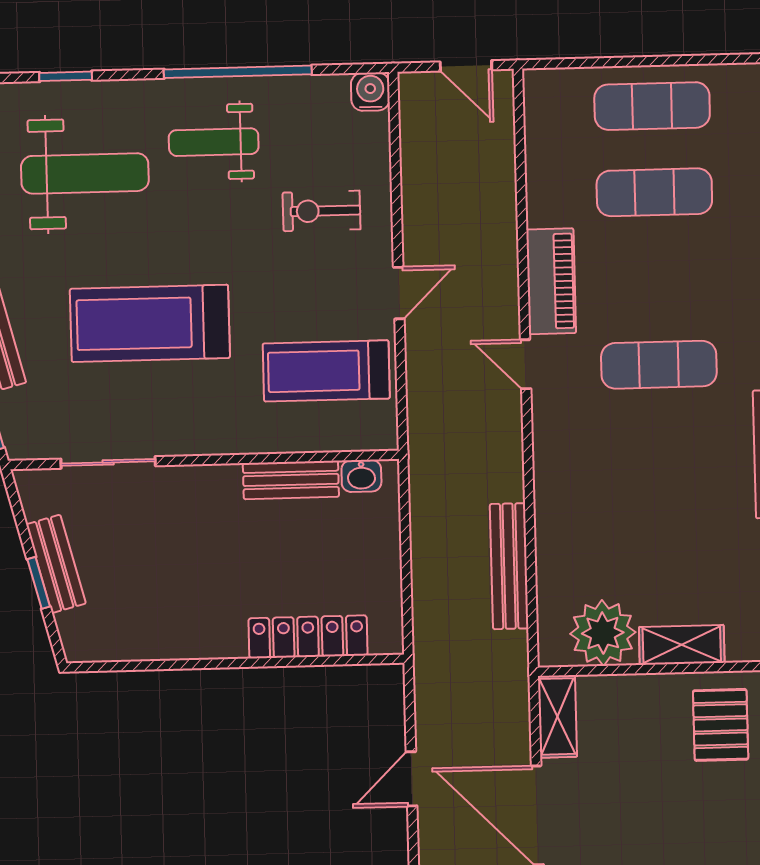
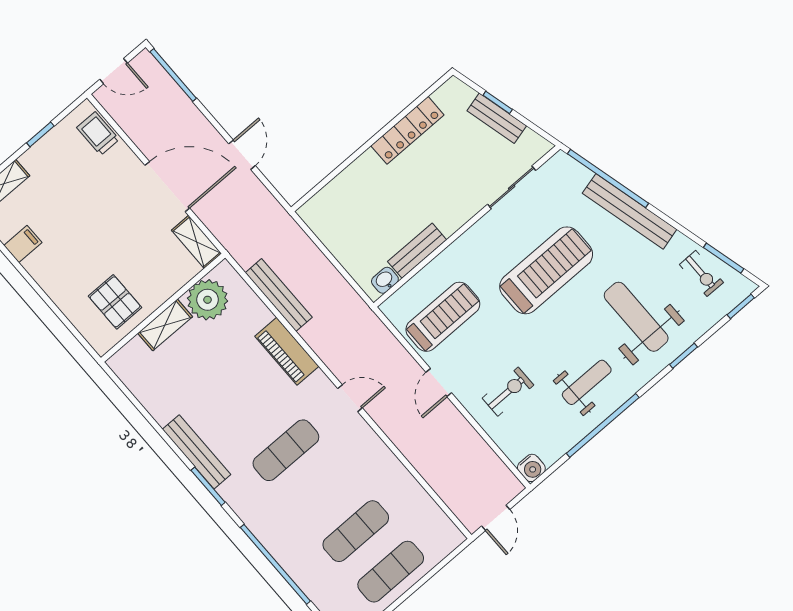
door: (466, 66) -> (496, 518), swing flipped
weight bench: (85, 173) -> (636, 317), turned 90
piano: (551, 281) -> (287, 351), moved
locker: (308, 637) -> (407, 130), moved

